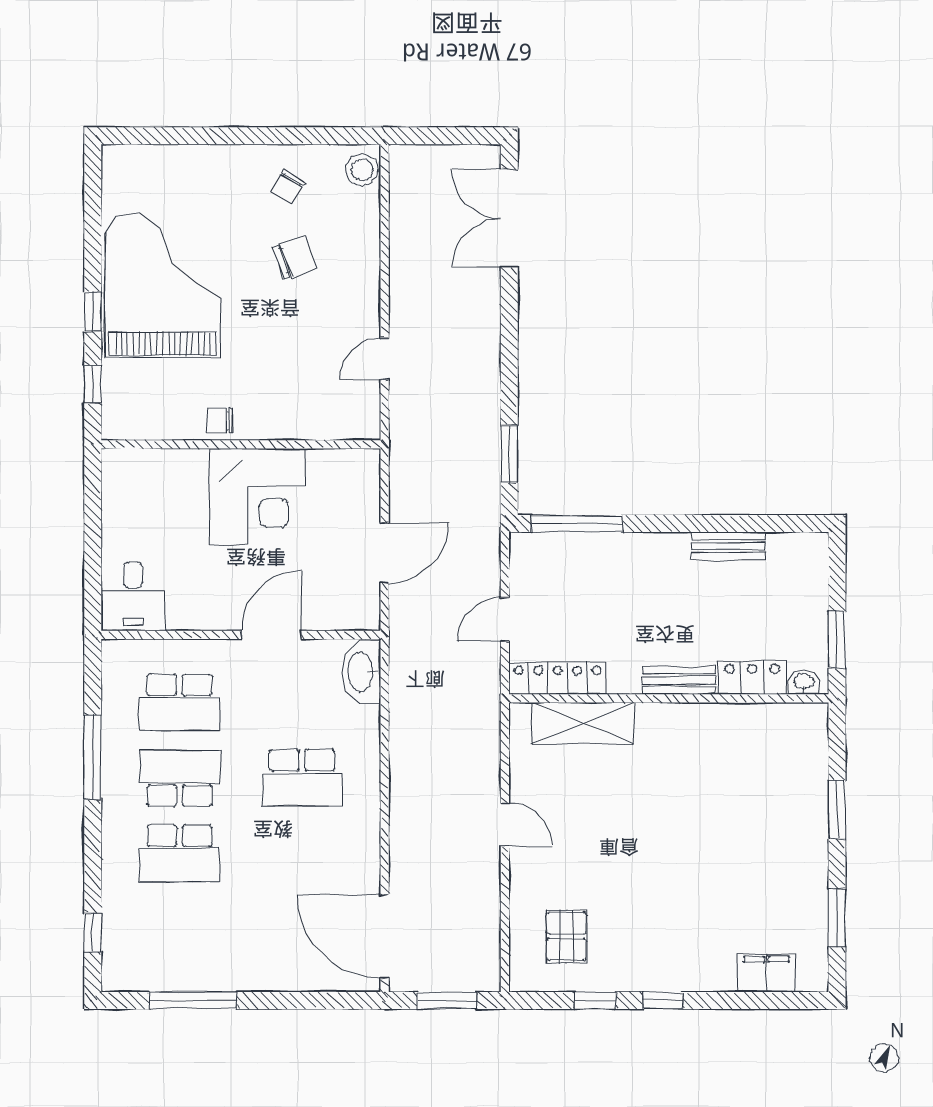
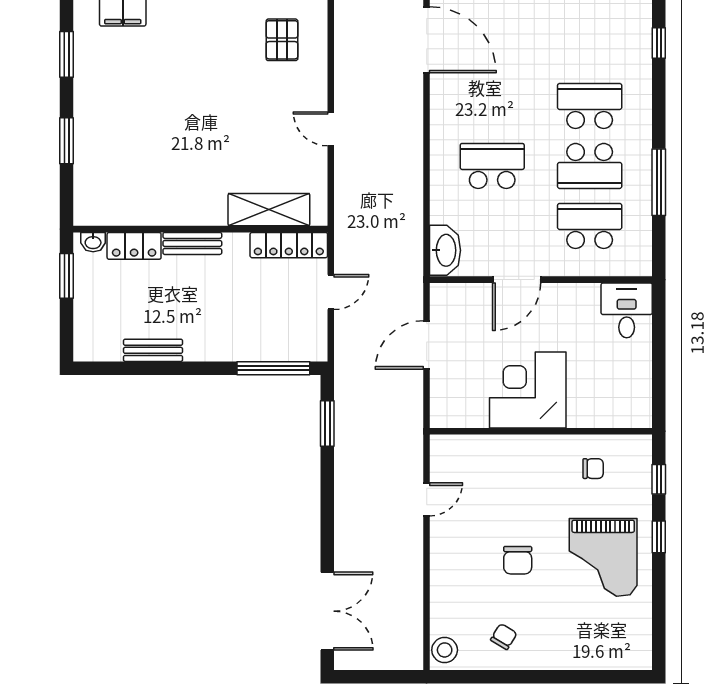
chair: (294, 258) -> (518, 560), moved, turned -71
grand piano: (163, 286) -> (603, 557), width x0.73, depth x0.68
chair: (220, 421) -> (593, 469), moved

